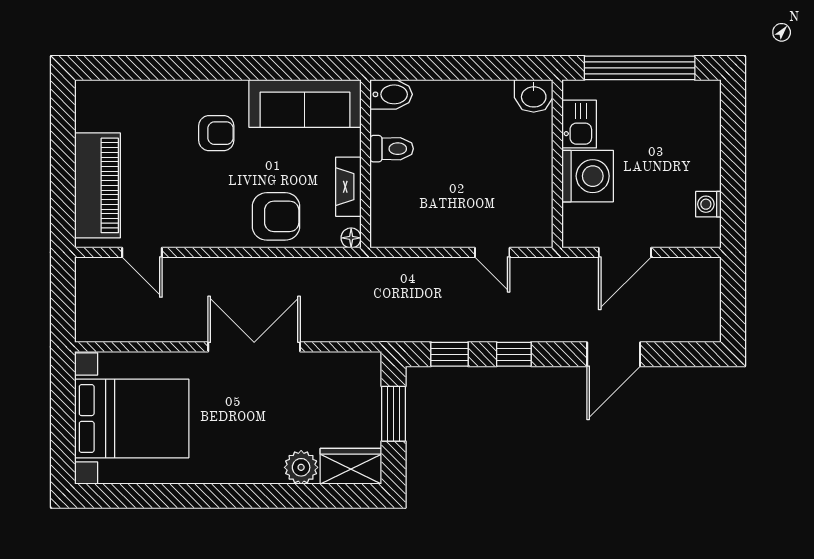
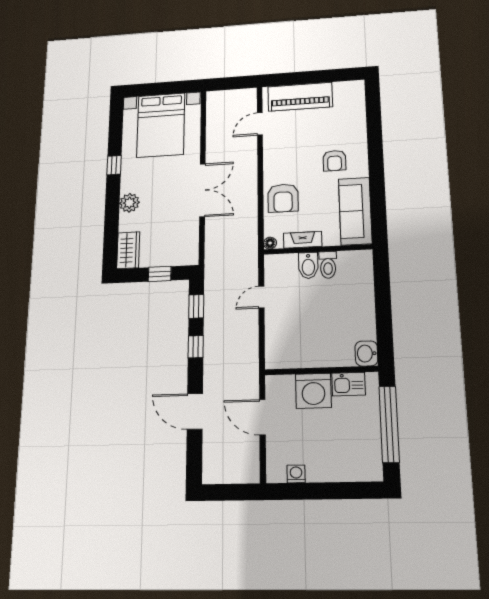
bidet: (391, 94) -> (308, 265), moved
door: (492, 252) -> (261, 297), moved
window: (393, 414) -> (160, 274), width x0.67
plant: (301, 467) -> (129, 203), moved
window: (200, 496) -> (114, 165), added

